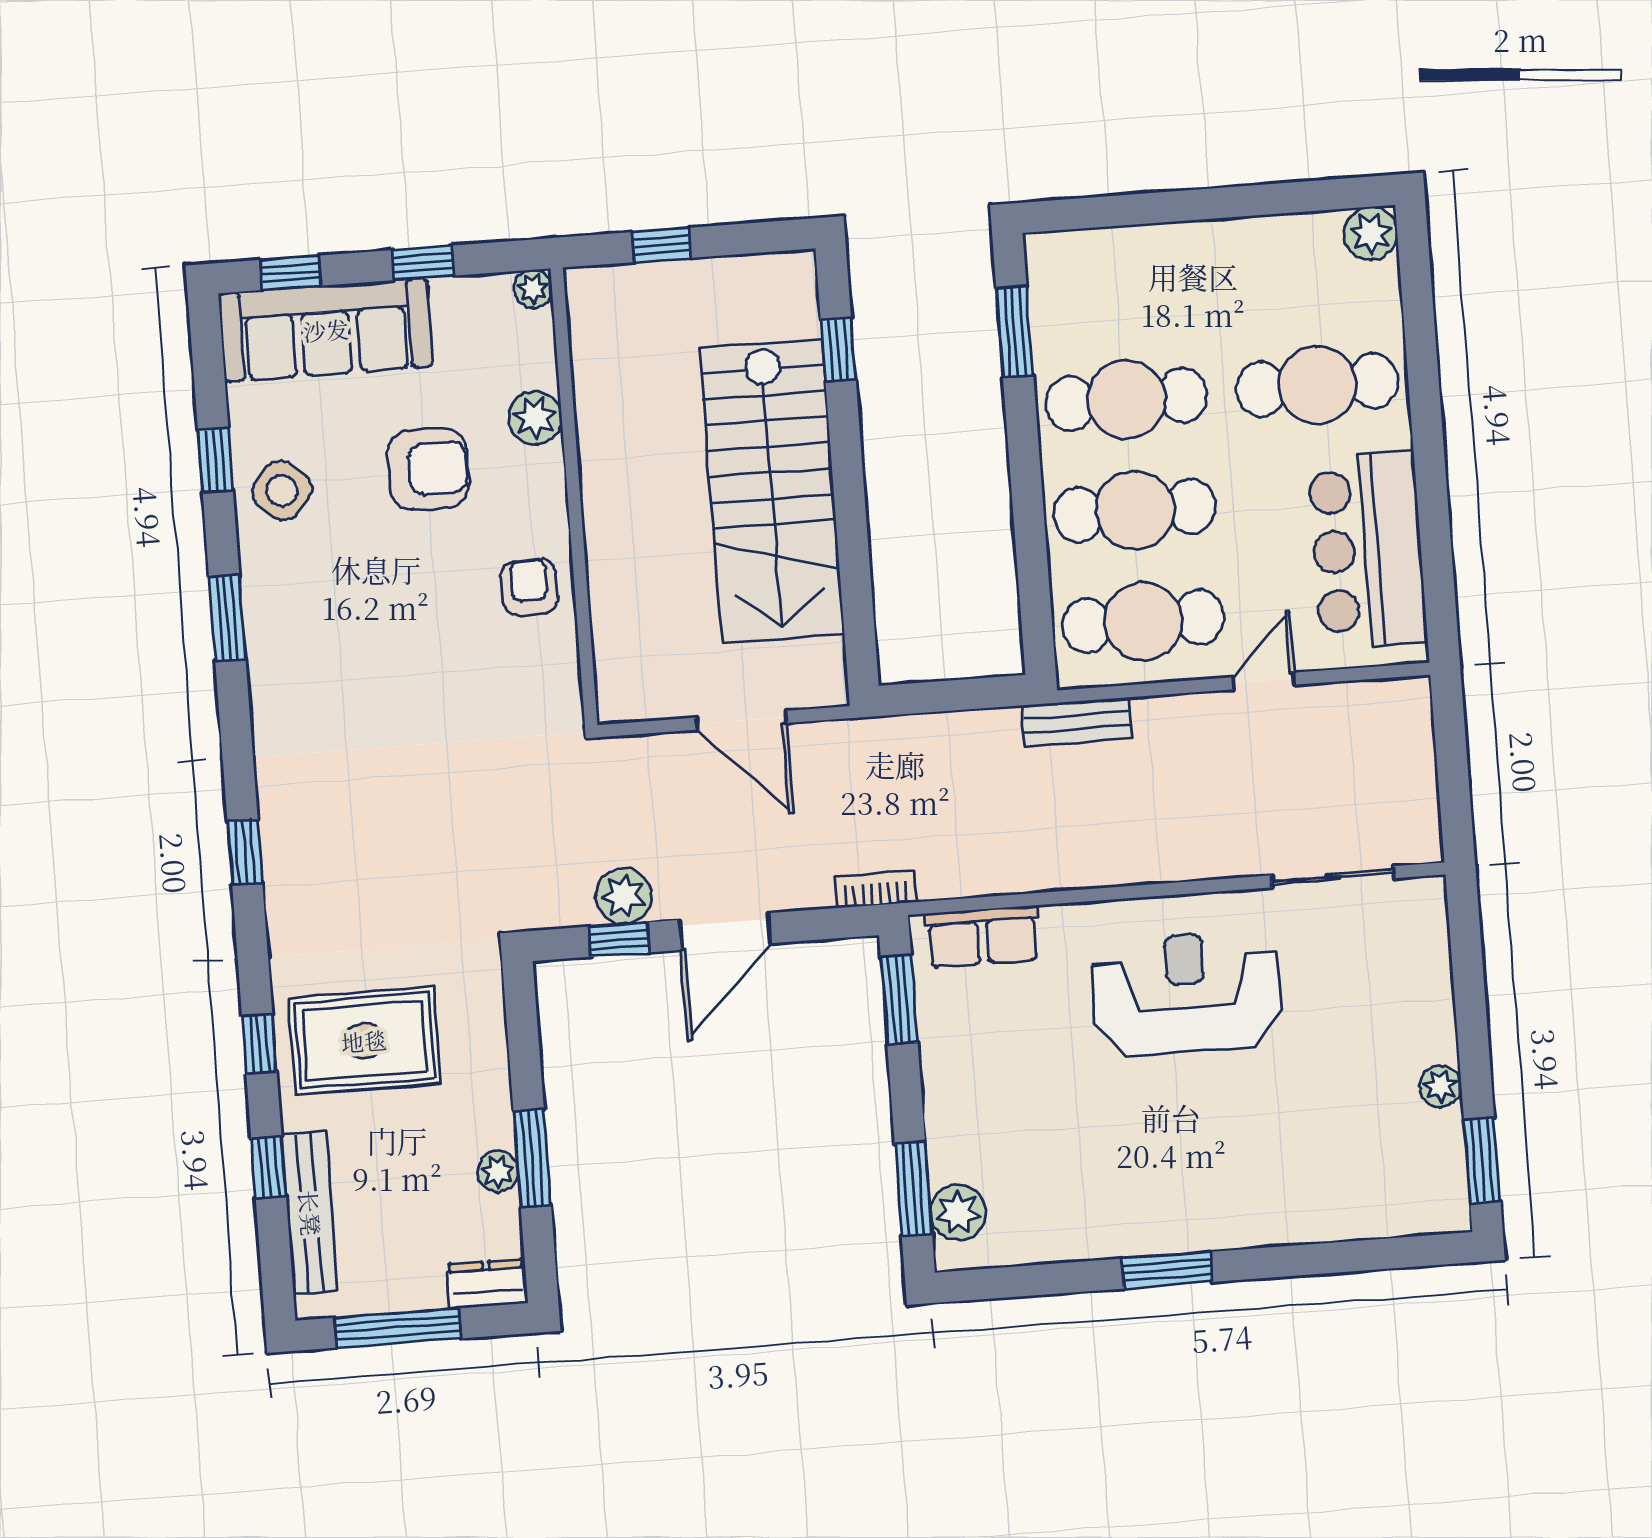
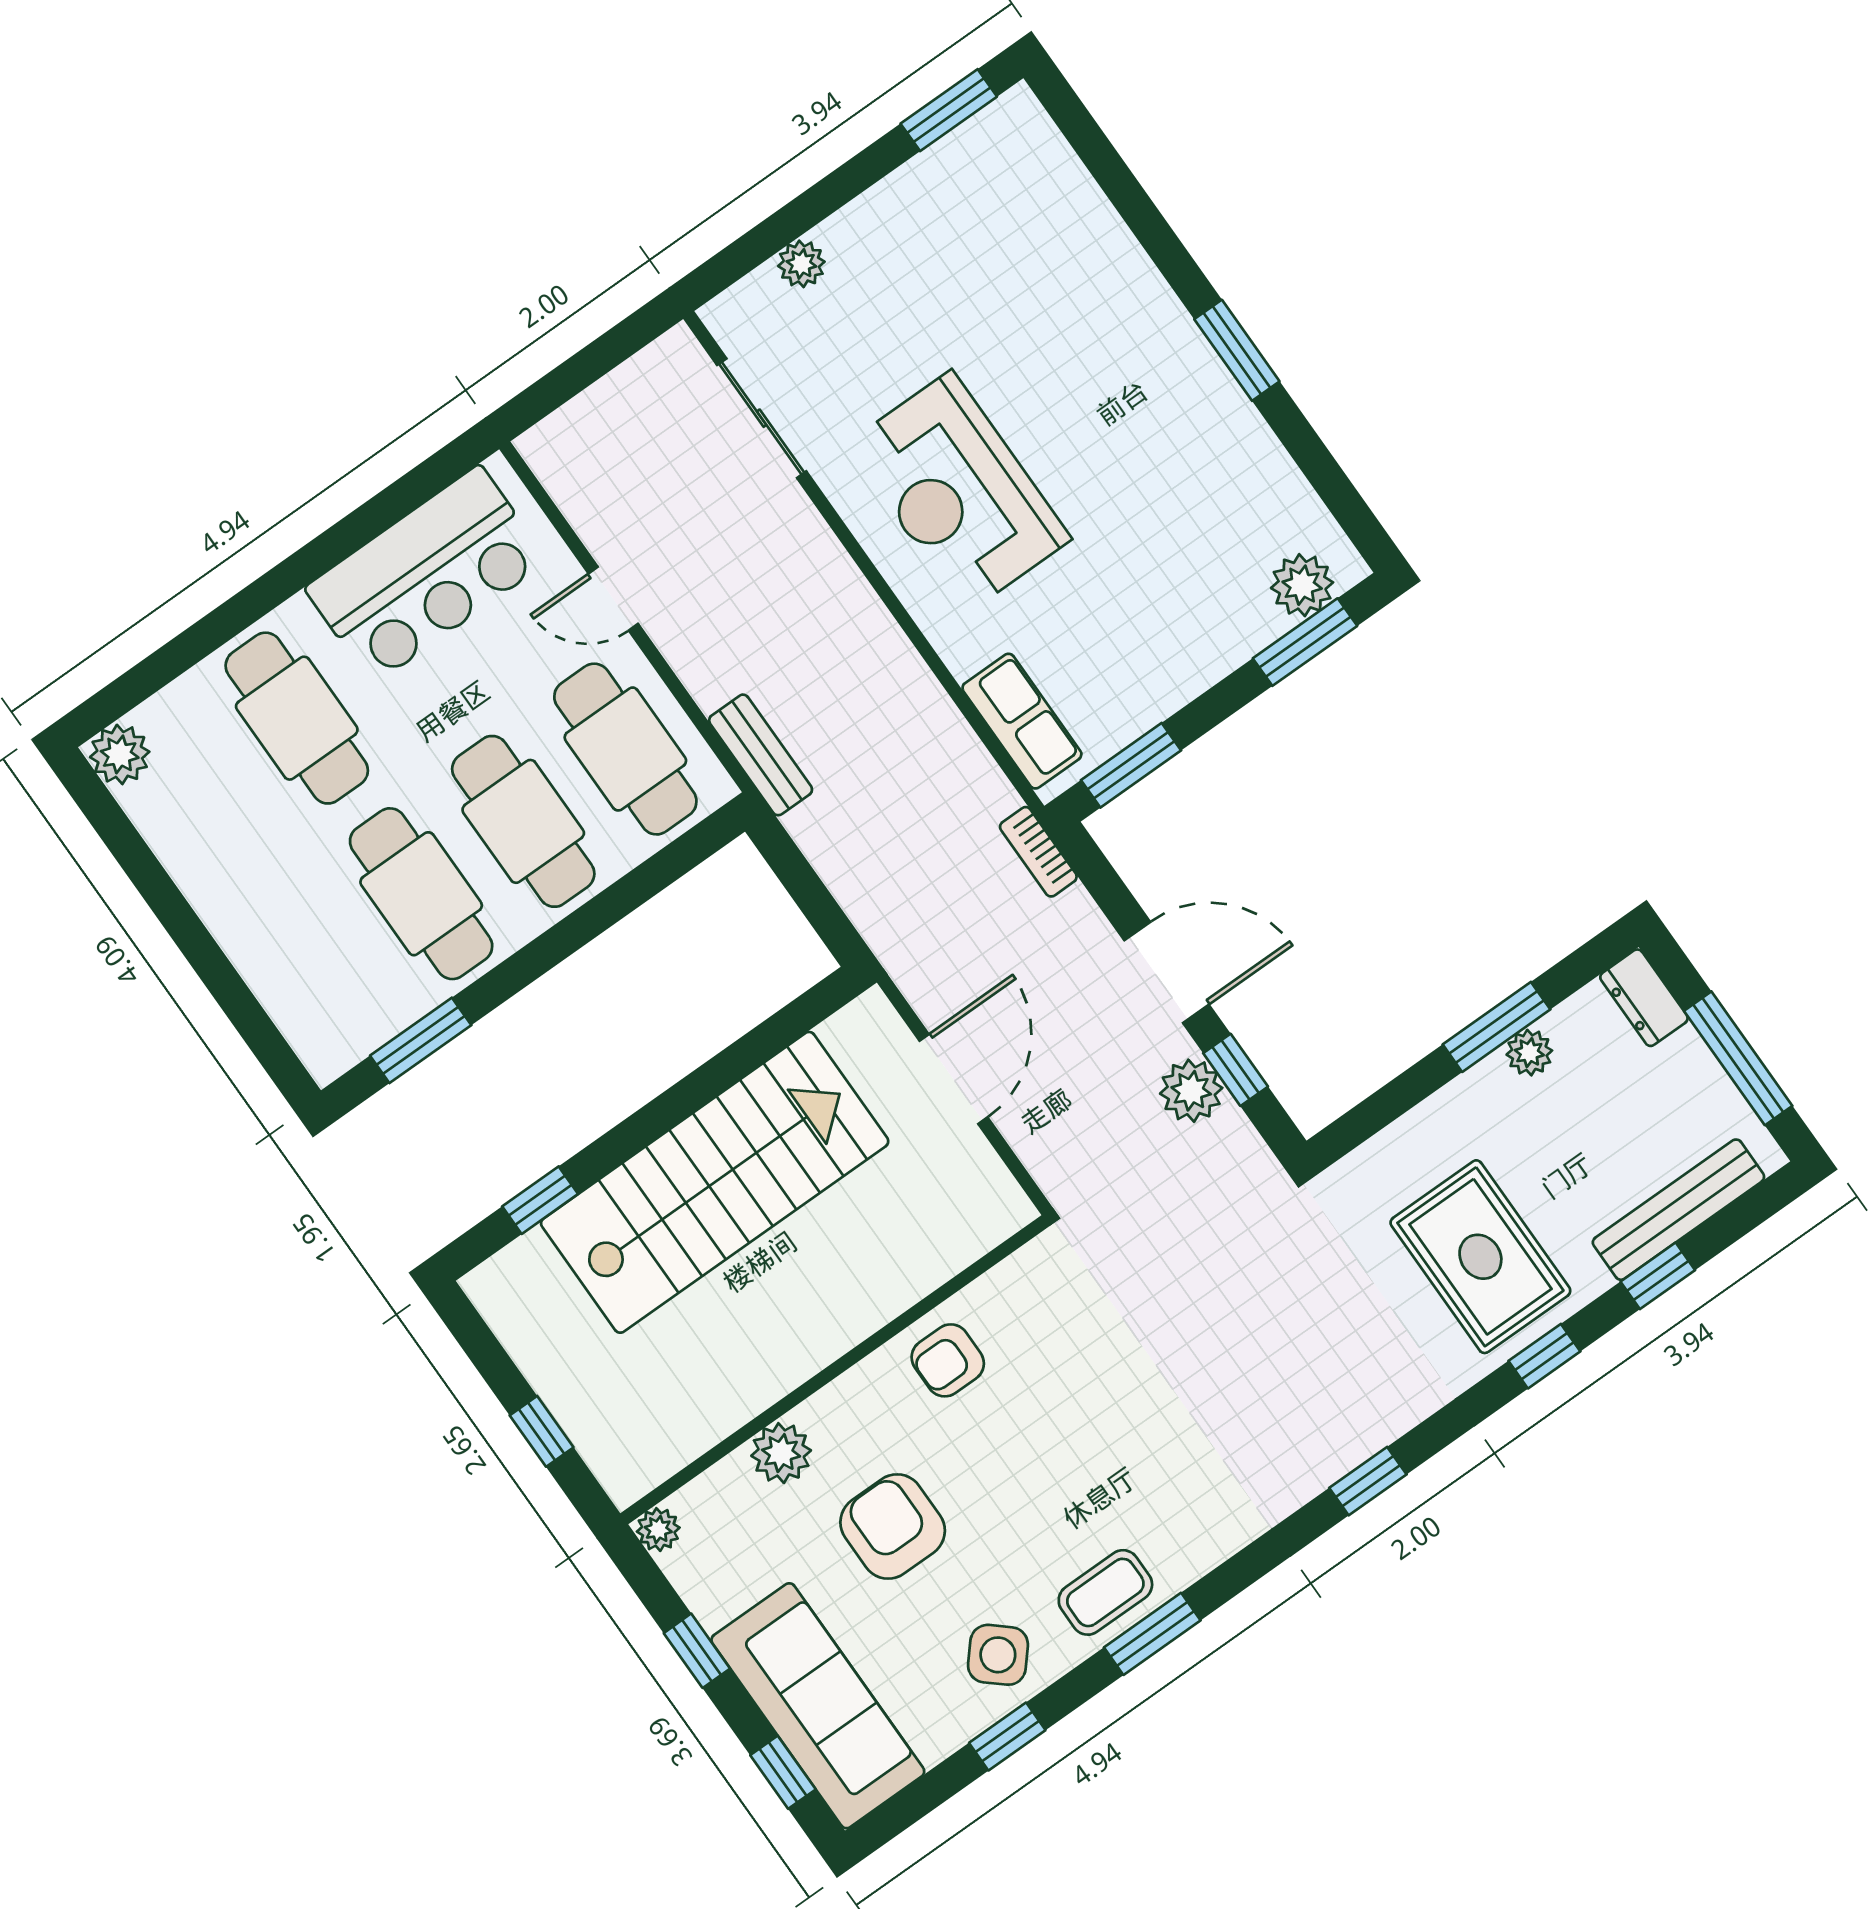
coffee table: (280, 601) -> (1105, 1592), added
plant: (1441, 1086) -> (801, 264), moved

